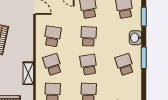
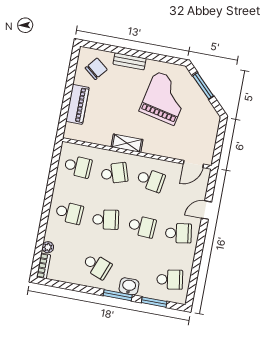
window: (144, 58) -> (118, 295), moved
school desk: (125, 65) -> (97, 266), turned 39
shelving: (28, 73) -> (127, 143), moved

